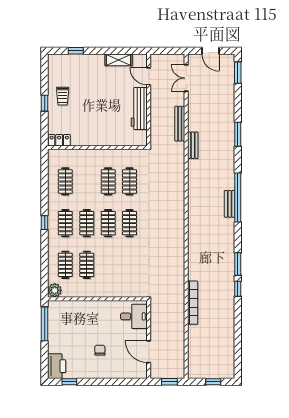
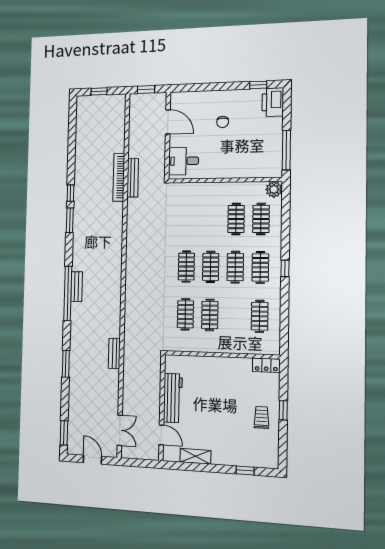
bench: (180, 124) -> (133, 178), moved

